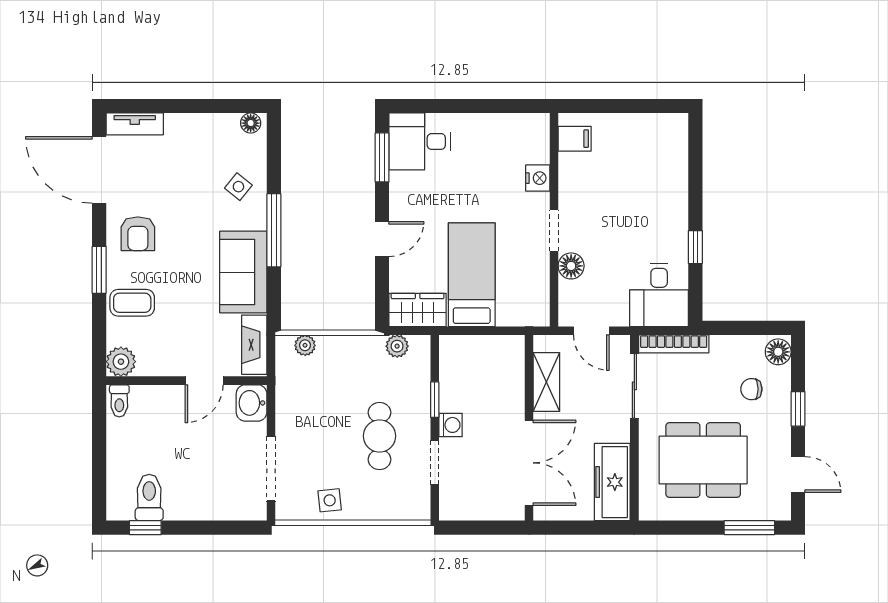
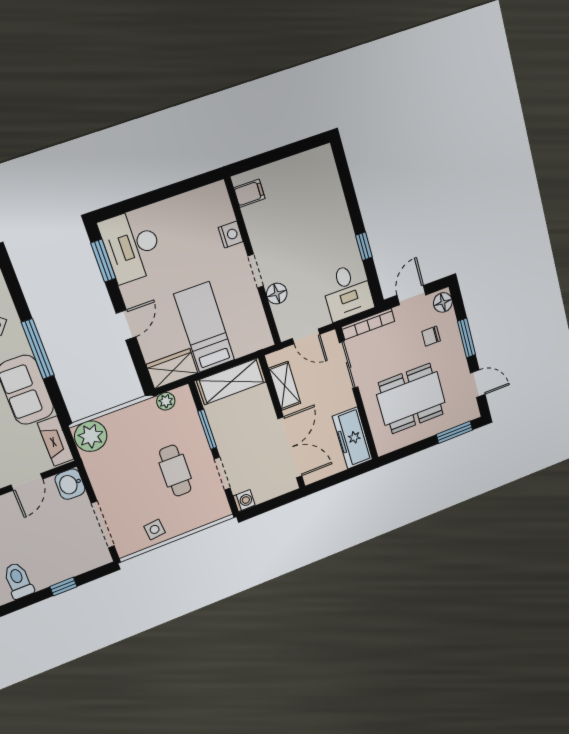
desk: (420, 141) -> (132, 246), width x1.37
door: (740, 328) -> (411, 295), added
plant: (305, 345) -> (91, 436), width x1.87, depth x1.87
shelving: (483, 352) -> (231, 381), added
window: (435, 400) -> (207, 429), width x1.50
window: (798, 409) -> (467, 338), width x1.50
washing machine: (451, 425) -> (244, 501), moved
window: (145, 528) -> (63, 587), moved

